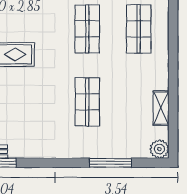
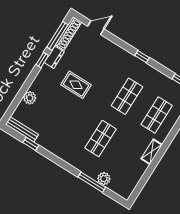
shelving: (161, 108) -> (152, 152), moved
plant: (159, 149) -> (104, 179), moved

